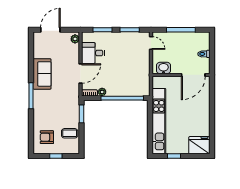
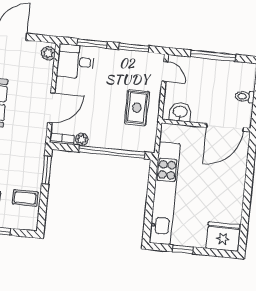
desk: (93, 53) -> (75, 62), moved
rug: (135, 68) -> (137, 108), added

